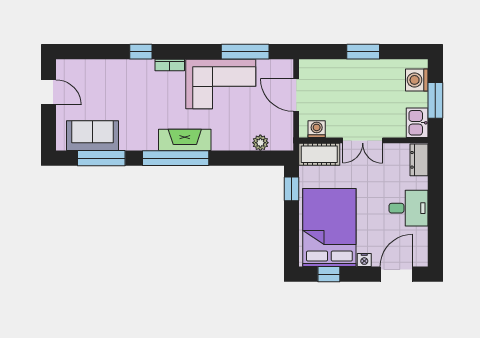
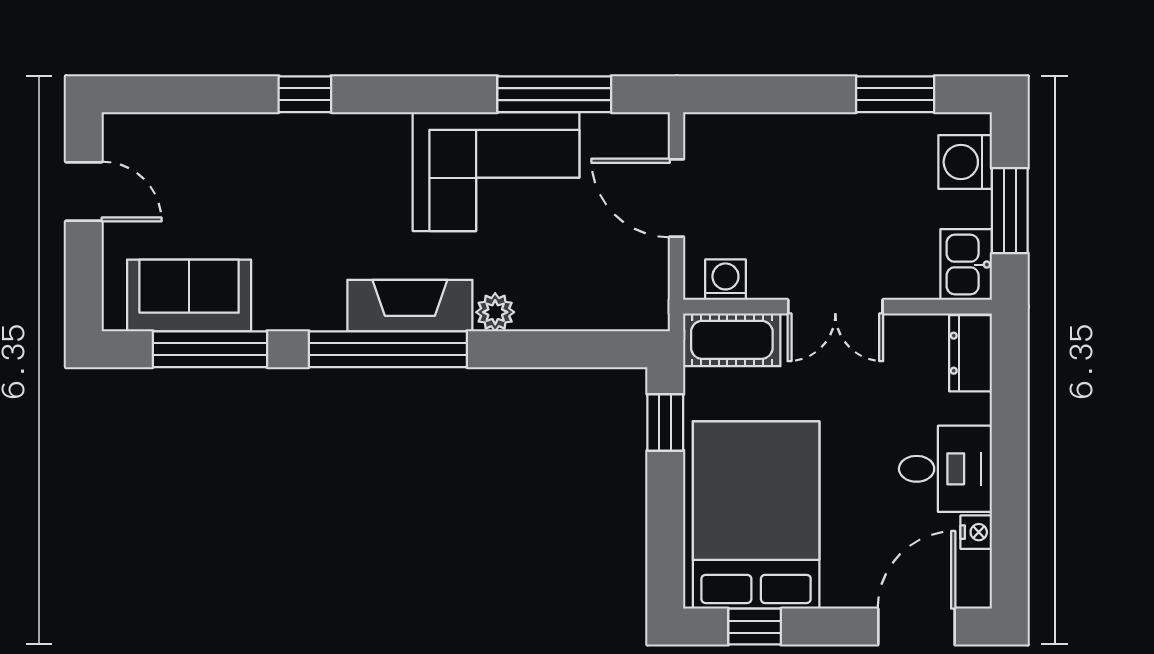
window: (363, 52) -> (895, 94), moved
bookcase: (170, 65) -> (374, 126), removed
plant: (260, 143) -> (495, 312), moved
nightstand: (364, 260) -> (976, 532), moved, turned -90

